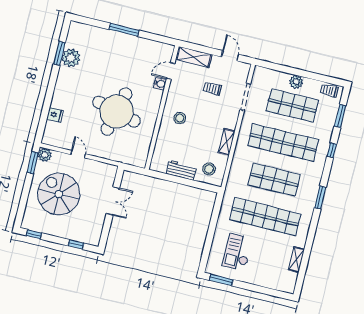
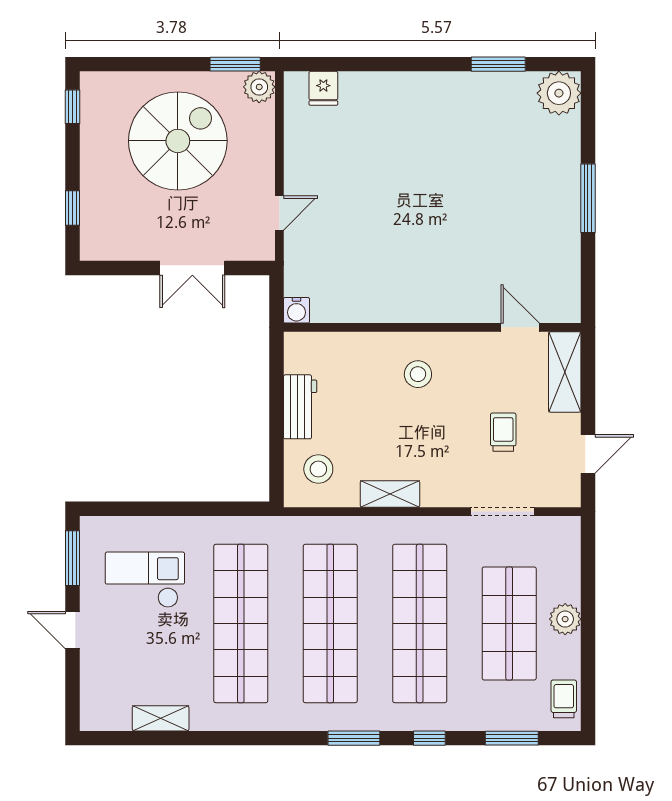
plant: (71, 58) -> (559, 93), moved
water cooler: (160, 84) -> (296, 310), moved
round table: (116, 112) -> (398, 227), removed
fridge: (55, 115) -> (323, 88), moved
door: (78, 154) -> (279, 213), moved
shop shelf: (274, 180) -> (330, 623), width x1.40
window: (320, 197) -> (354, 738), moved
door: (251, 287) -> (73, 630), added

